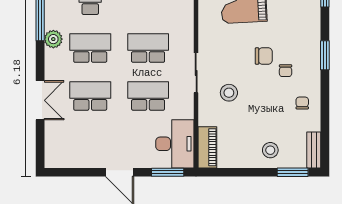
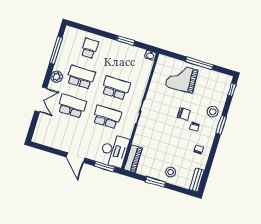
plant: (53, 39) -> (57, 77), moved
stool: (229, 93) -> (213, 112), moved
window: (293, 172) -> (155, 182), moved

